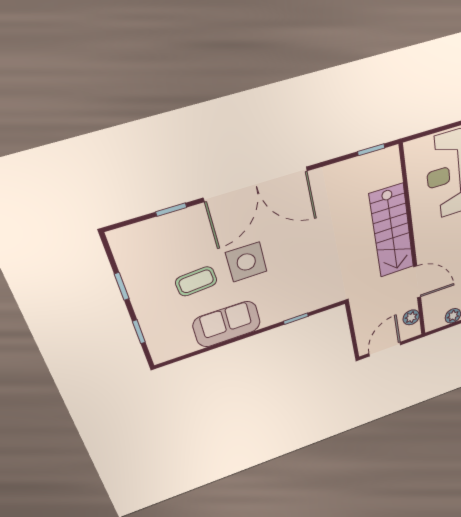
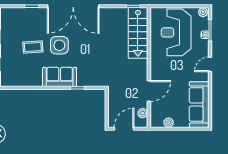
stairs: (392, 231) -> (138, 33), moved
door: (417, 282) -> (149, 91), hinge flipped
sofa: (227, 324) -> (60, 77), moved

